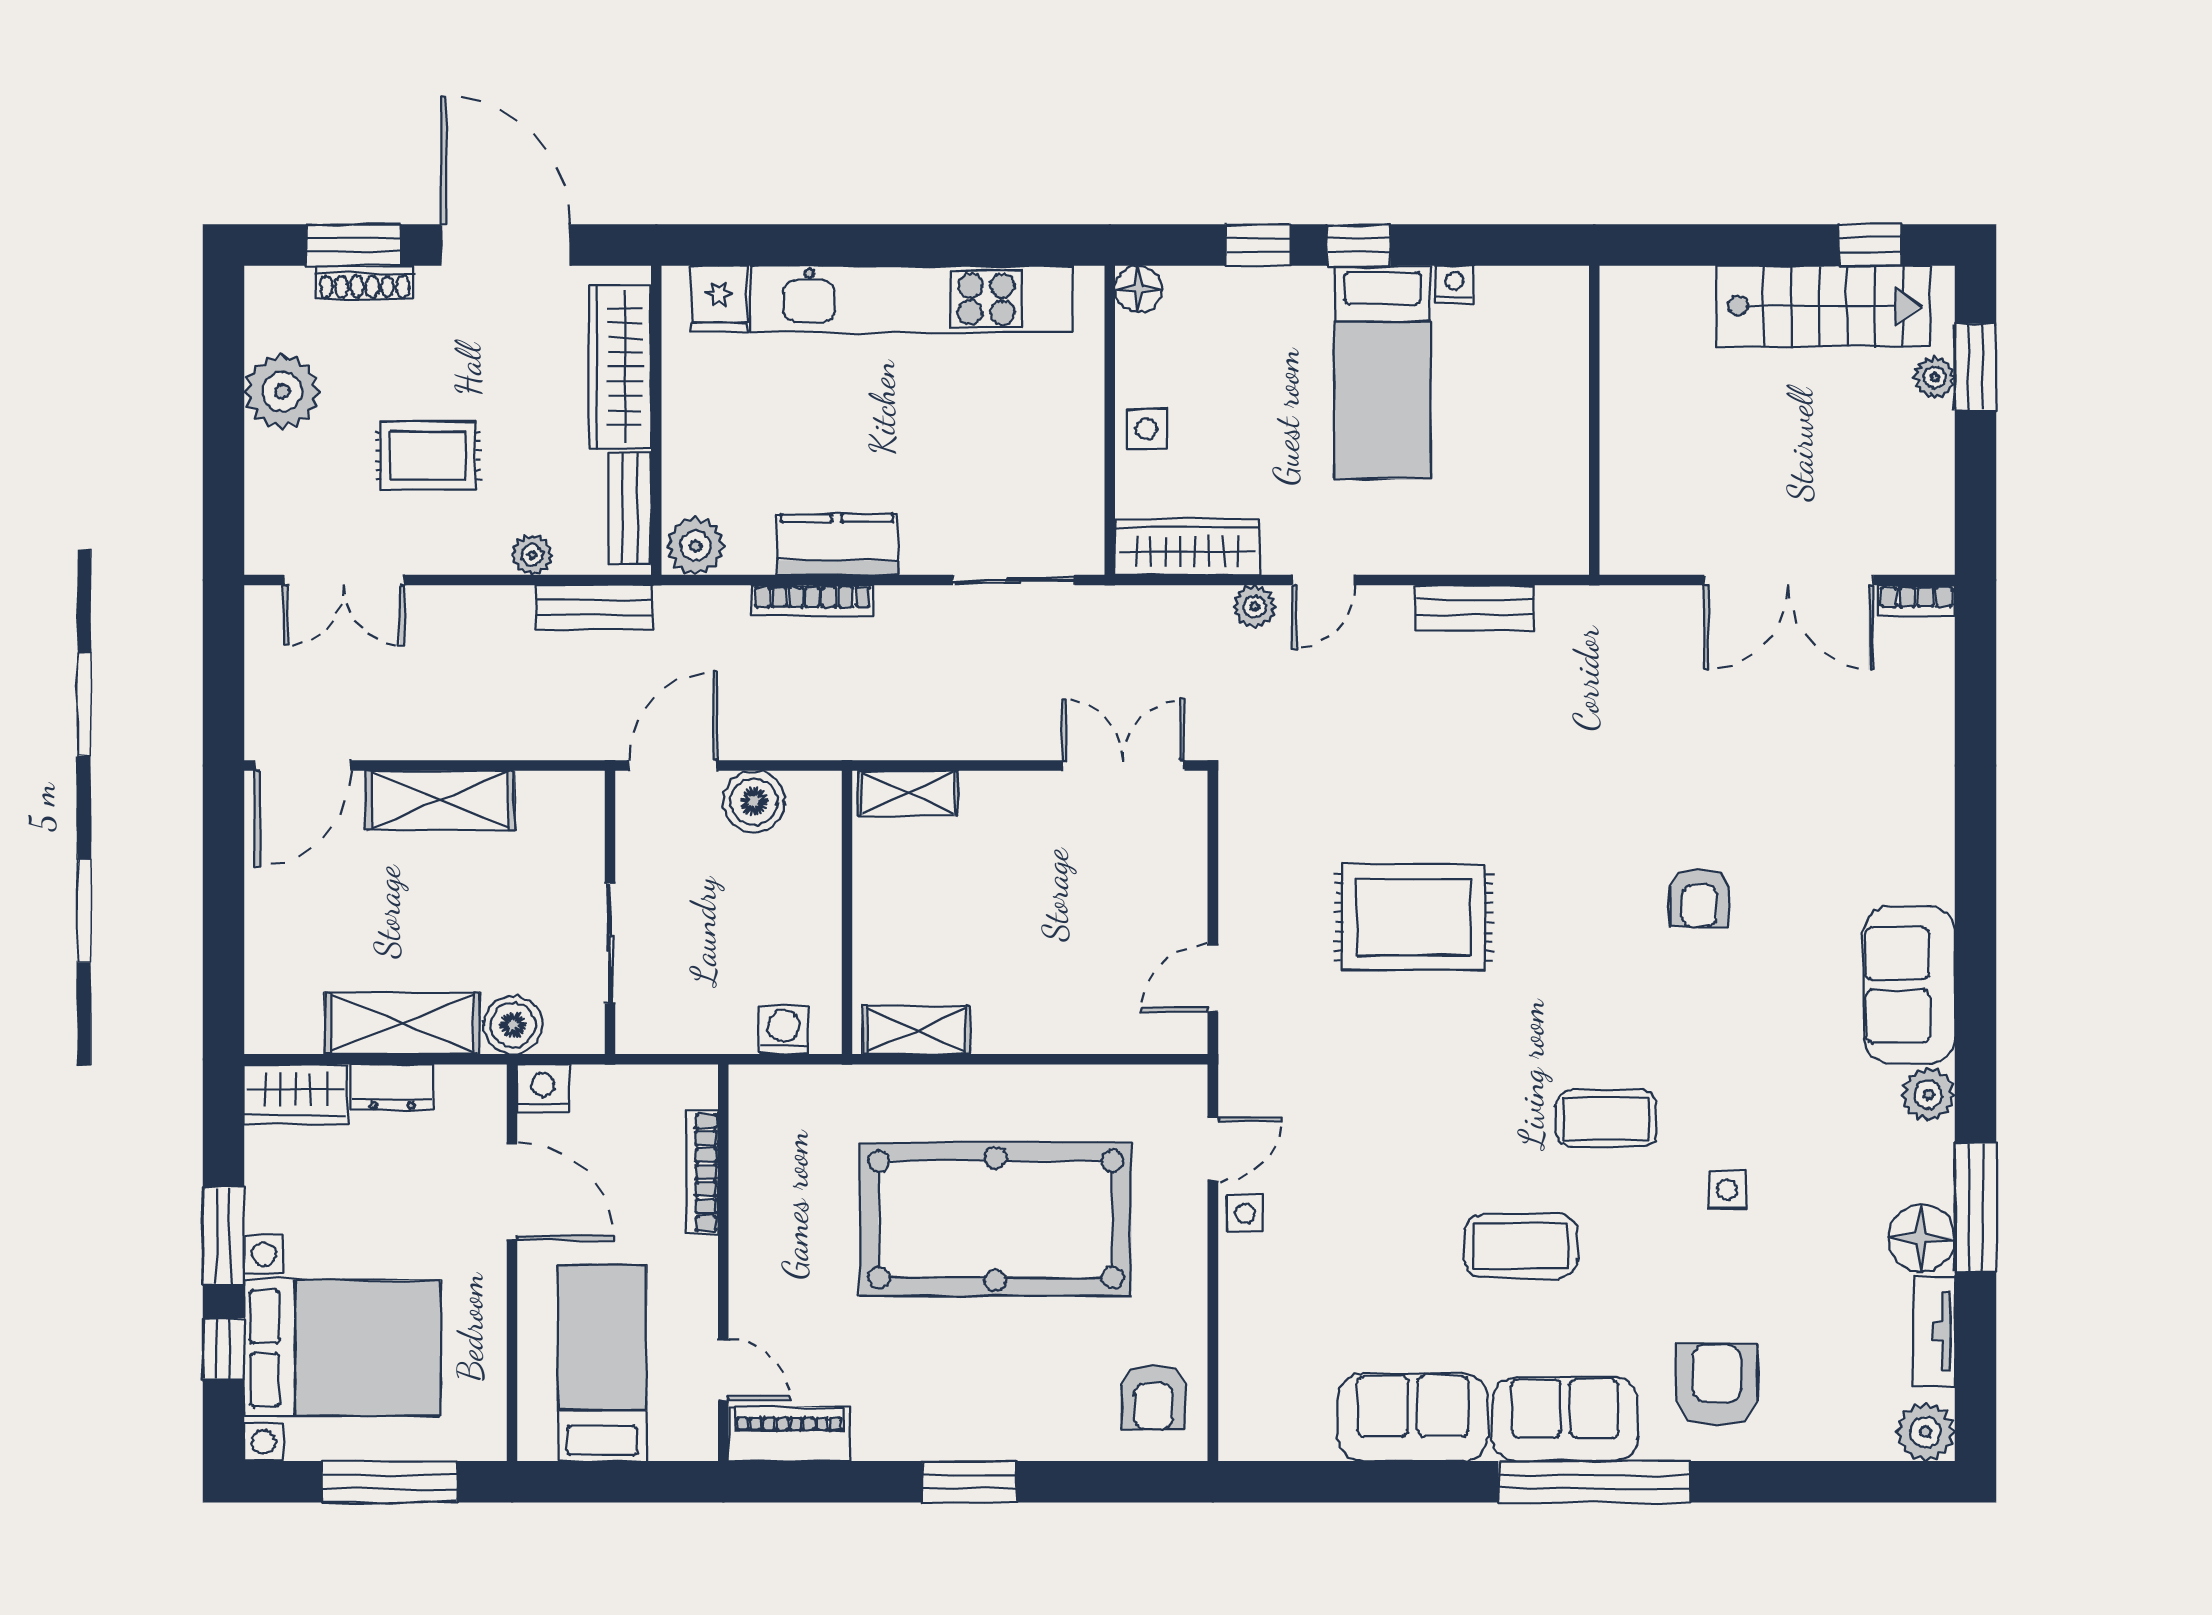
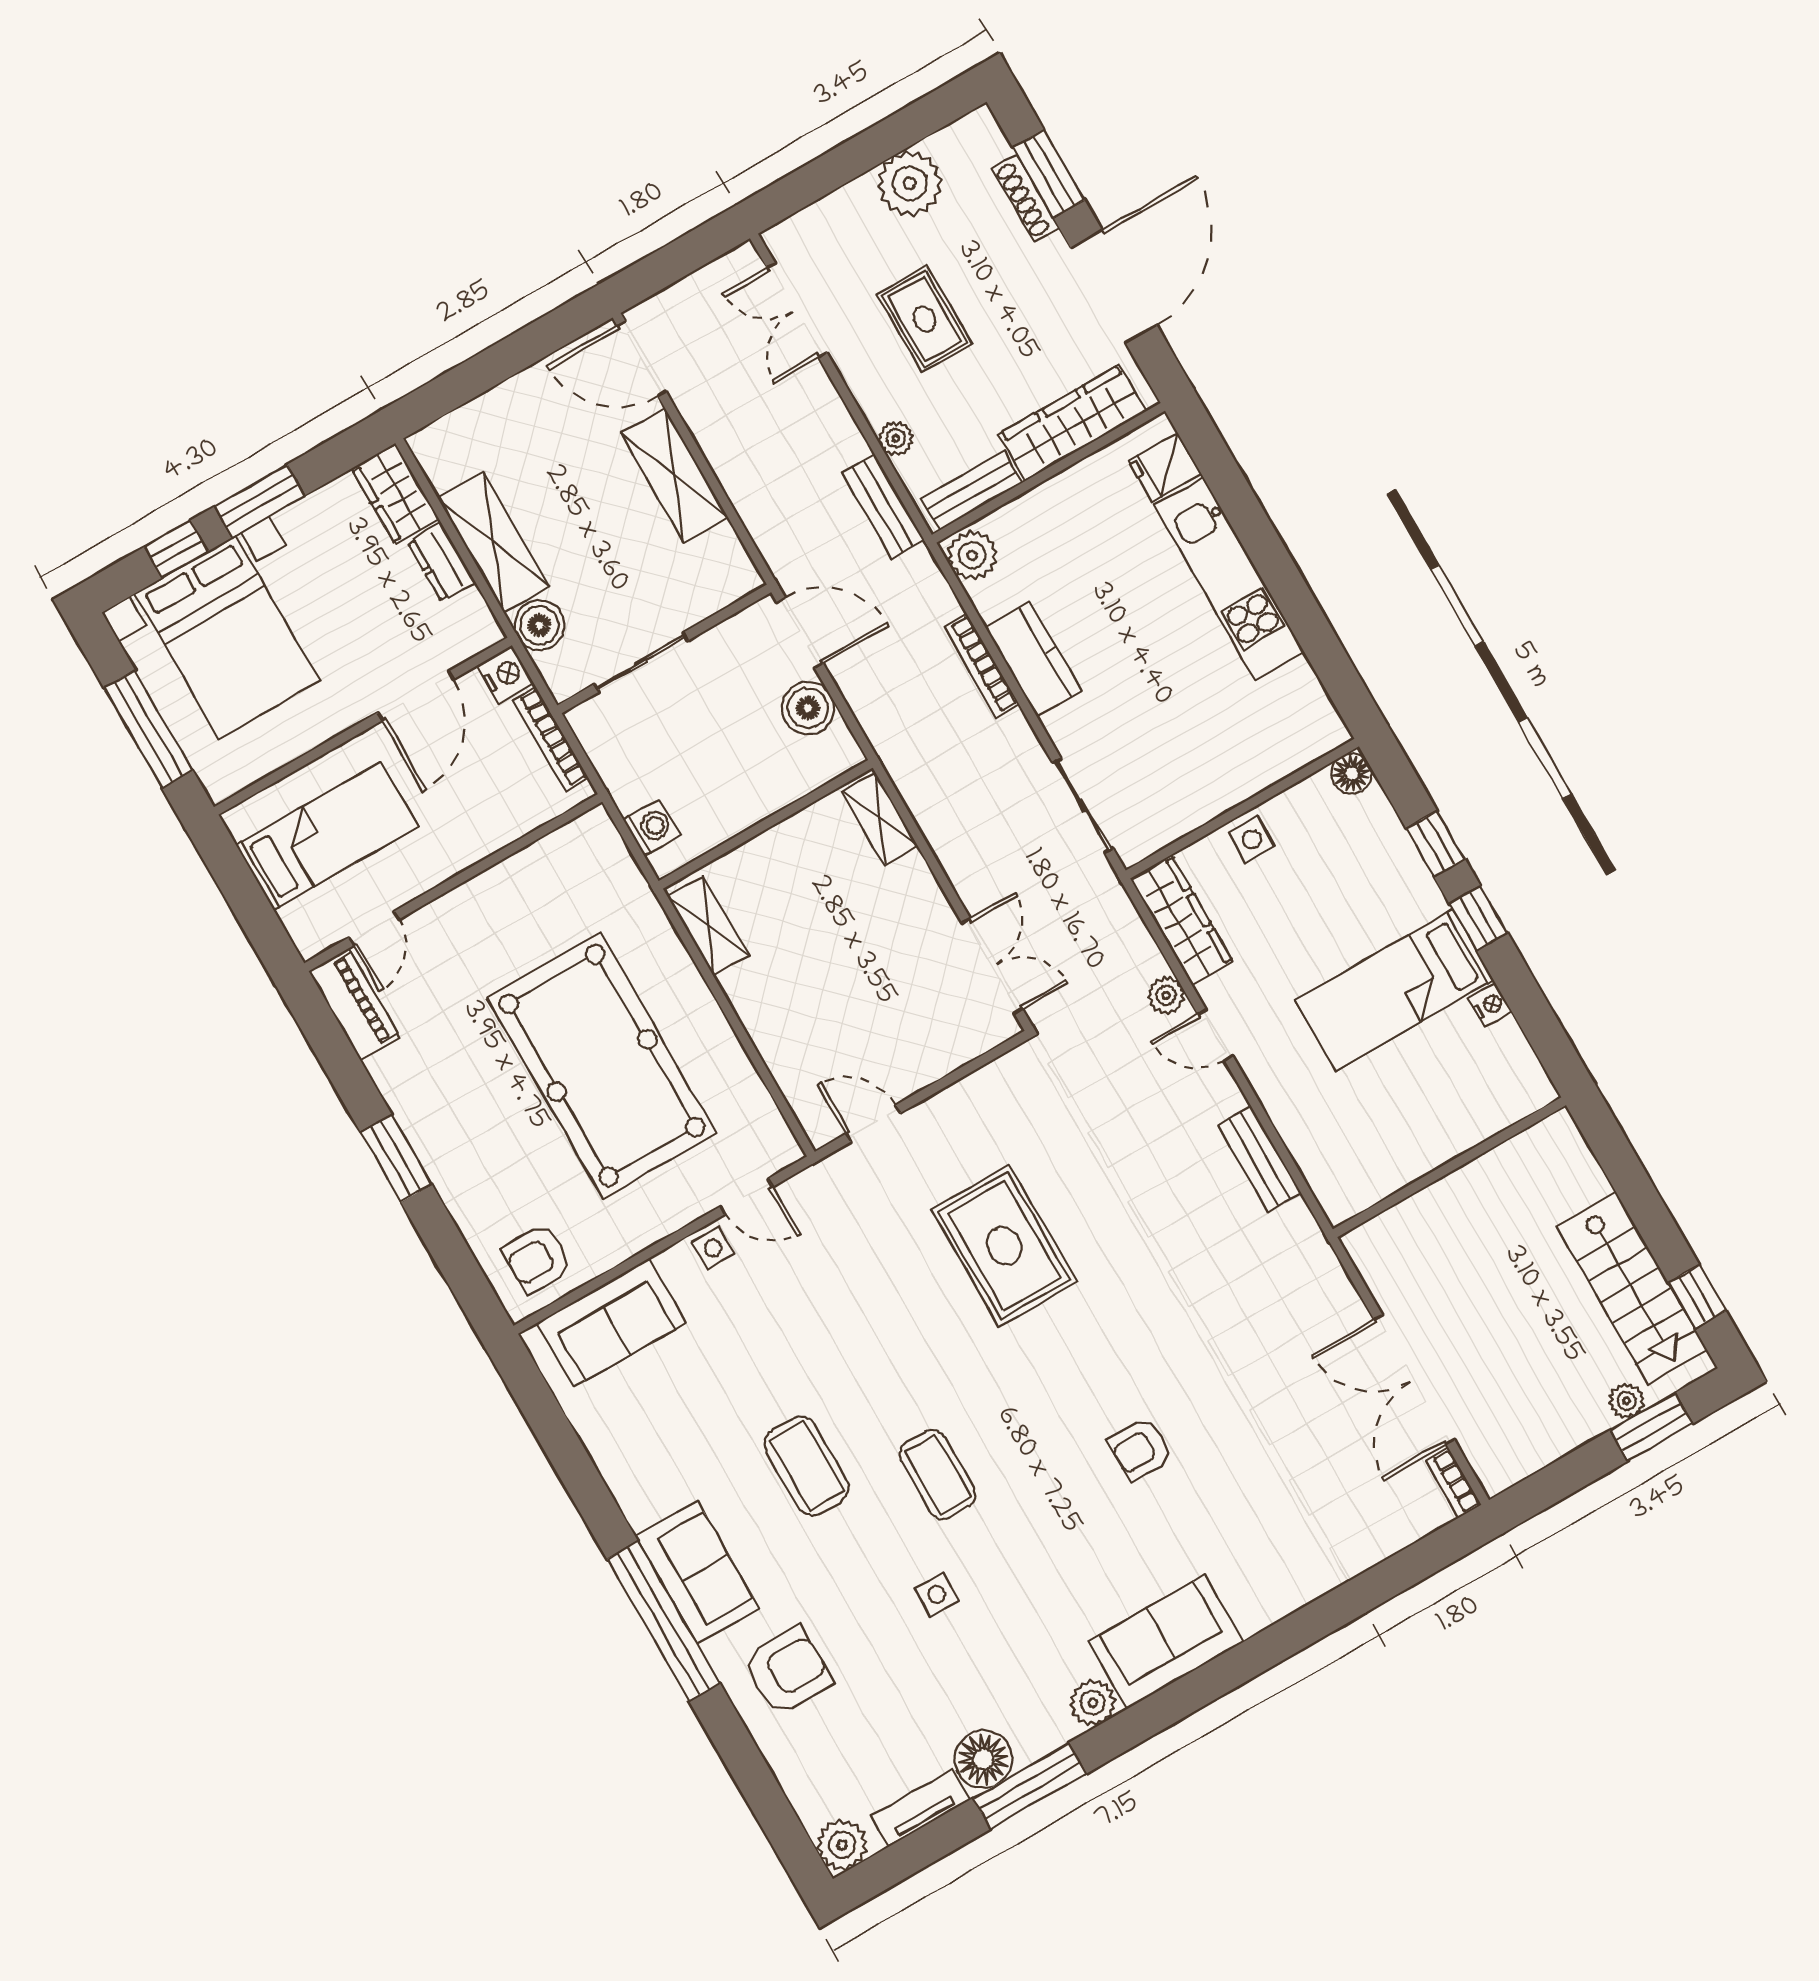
kitchen unit: (912, 299) -> (1229, 579), width x0.73
bookcase: (702, 1172) -> (551, 739), moved, turned -90
sofa: (1413, 1418) -> (611, 1323), moved, turned 90

